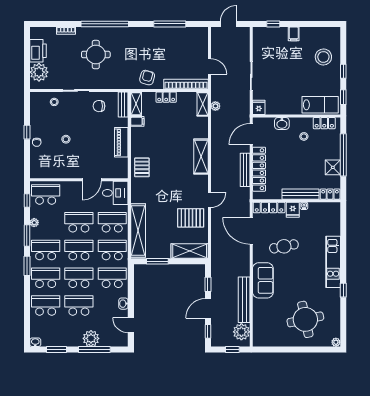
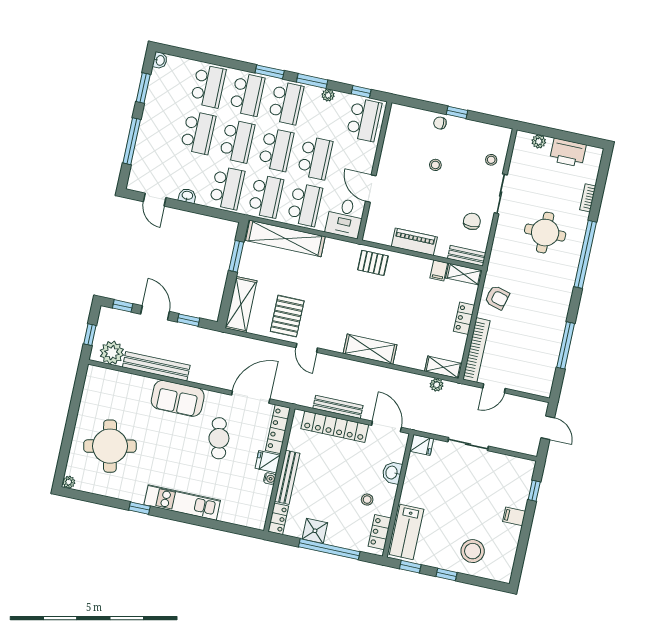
plant: (39, 72) -> (539, 141), width x0.53, depth x0.53
door: (131, 325) -> (155, 200), swing flipped
plant: (91, 338) -> (148, 140), removed

